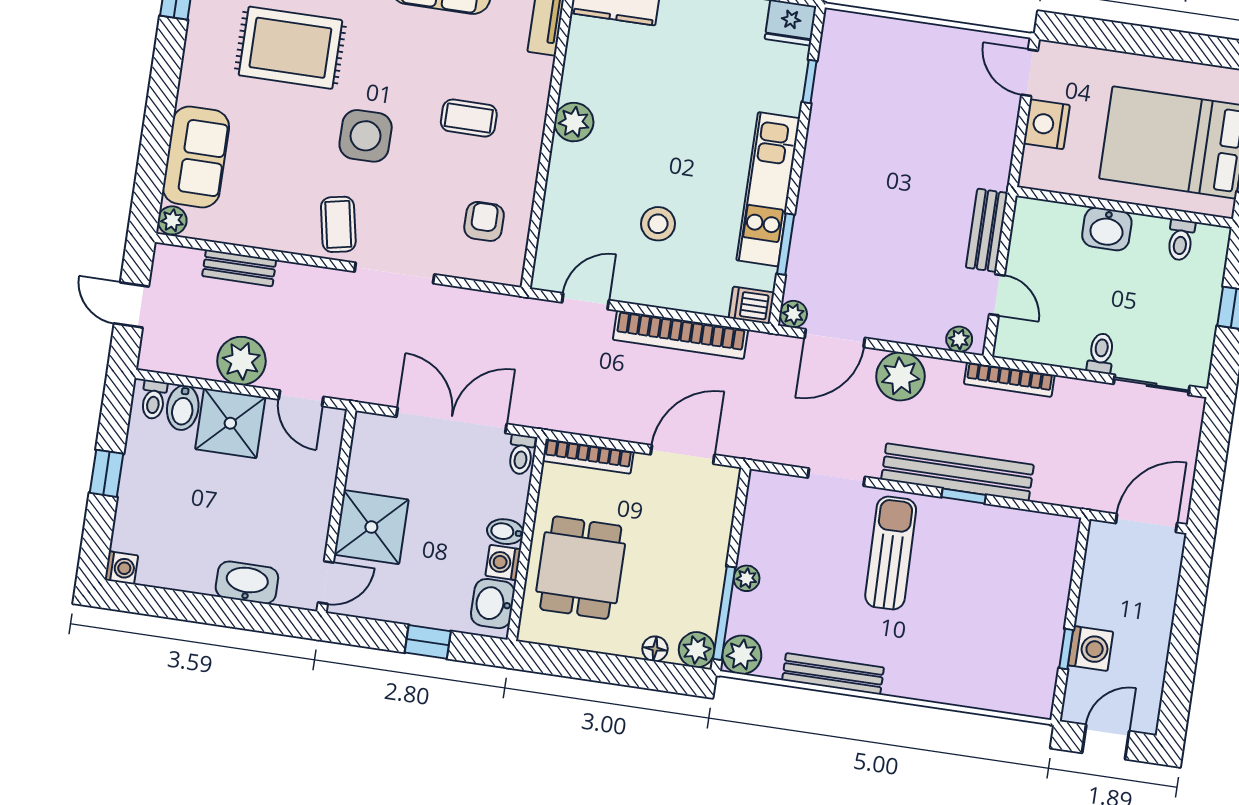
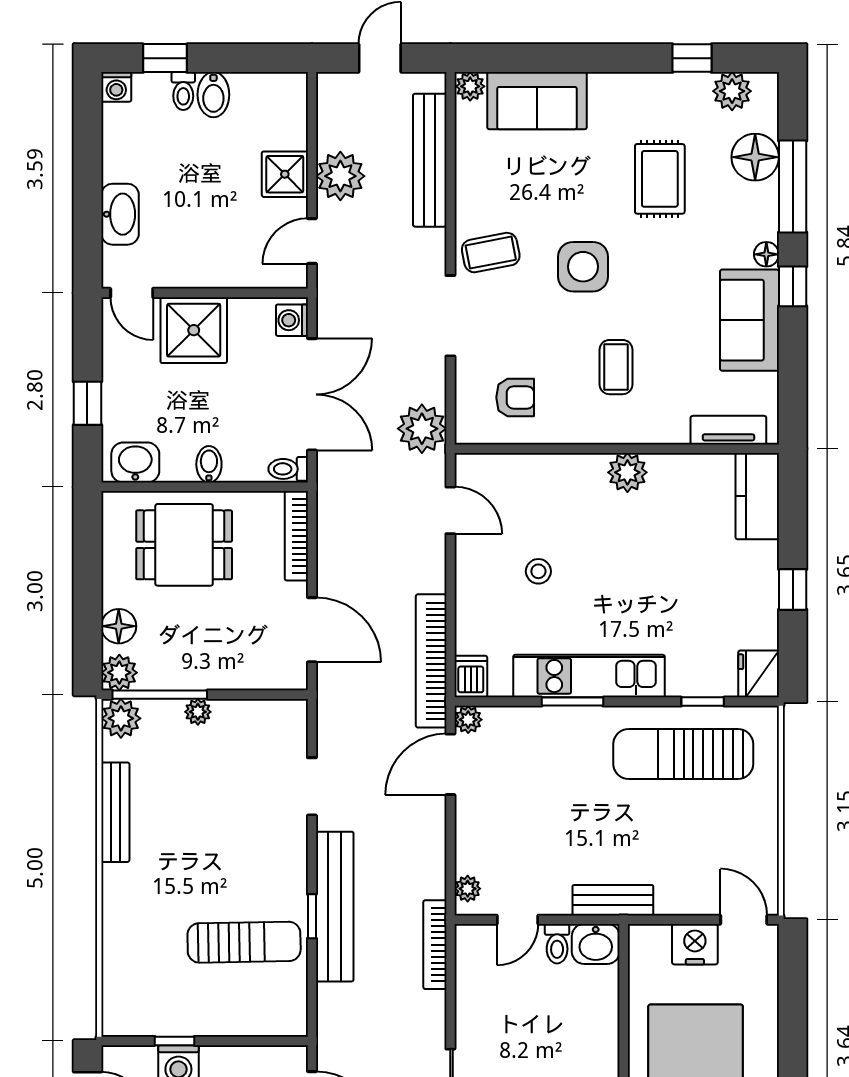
rug: (290, 48) -> (660, 179), width x0.73, depth x0.70
door: (1030, 73) -> (744, 920), hinge flipped
sun lounger: (858, 108) -> (683, 754), added
stool: (658, 224) -> (538, 571), width x0.73, depth x0.73
washbasin: (1107, 229) -> (596, 944), moved, turned -90
bench: (987, 230) -> (613, 900), moved
window: (786, 244) -> (572, 702), moved
bench: (239, 268) -> (430, 160), width x1.86, depth x1.21
bookcase: (680, 335) -> (431, 661), moved
door: (835, 338) -> (450, 764), hinge flipped
toilet: (1101, 353) -> (557, 944), moved, turned 90
plant: (900, 376) -> (422, 429), moved
toilet: (154, 400) -> (183, 91), moved, turned -90
bidet: (183, 408) -> (213, 95), moved, turned -90
shower: (230, 423) -> (285, 174), width x0.73, depth x0.73
window: (106, 473) -> (165, 58), moved
sun lounger: (891, 553) -> (244, 942), moved
washing machine: (503, 562) -> (292, 320), moved, turned -90
floor lamp: (655, 649) -> (119, 626), width x1.37, depth x1.37

